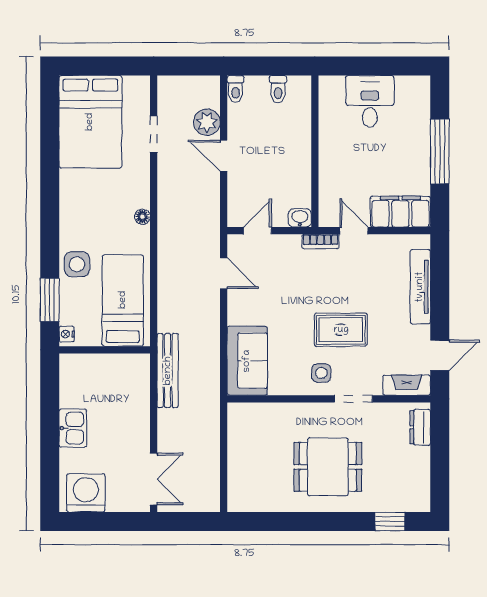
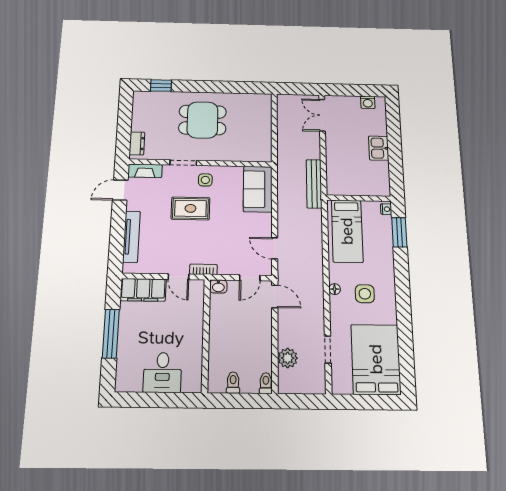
door: (224, 156) -> (275, 296), moved
side table: (77, 264) -> (365, 294), moved
washing machine: (86, 493) -> (368, 102), width x0.53, depth x0.53

